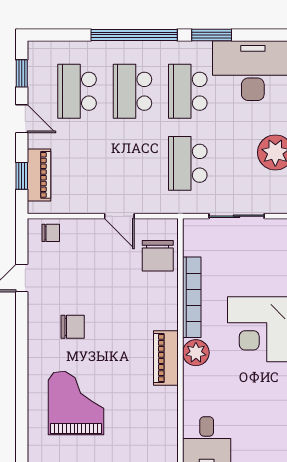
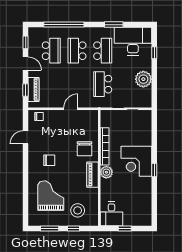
window: (134, 35) -> (64, 25), moved
school desk: (77, 91) -> (51, 51), turned 180
school desk: (188, 91) -> (103, 51), turned 180
door: (119, 216) -> (71, 109), swing flipped
chair: (158, 256) -> (84, 149), moved
stool: (134, 435) -> (78, 210), added

